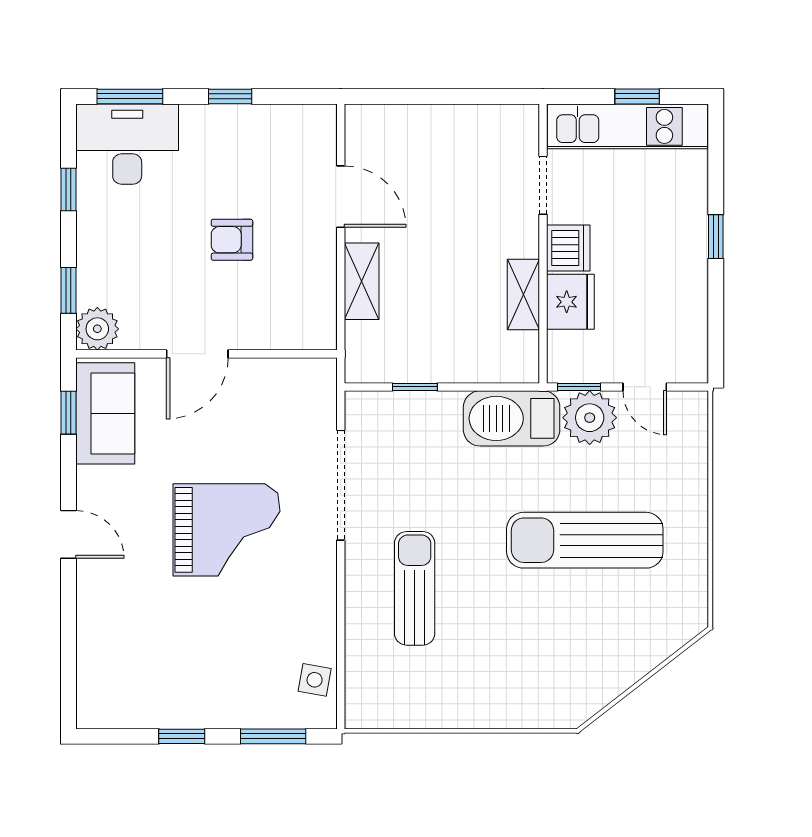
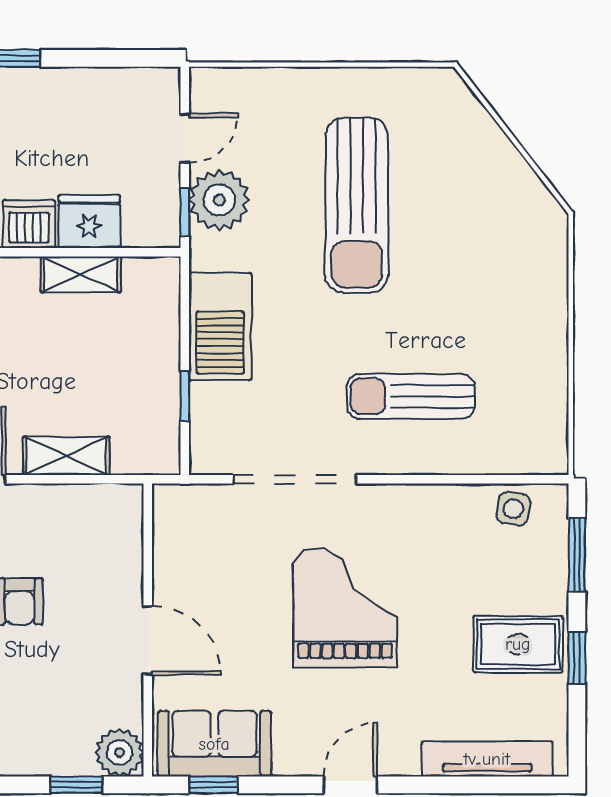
barbecue: (512, 418) -> (220, 326), moved
tv unit: (92, 657) -> (487, 759), added
rug: (194, 684) -> (518, 644), added

